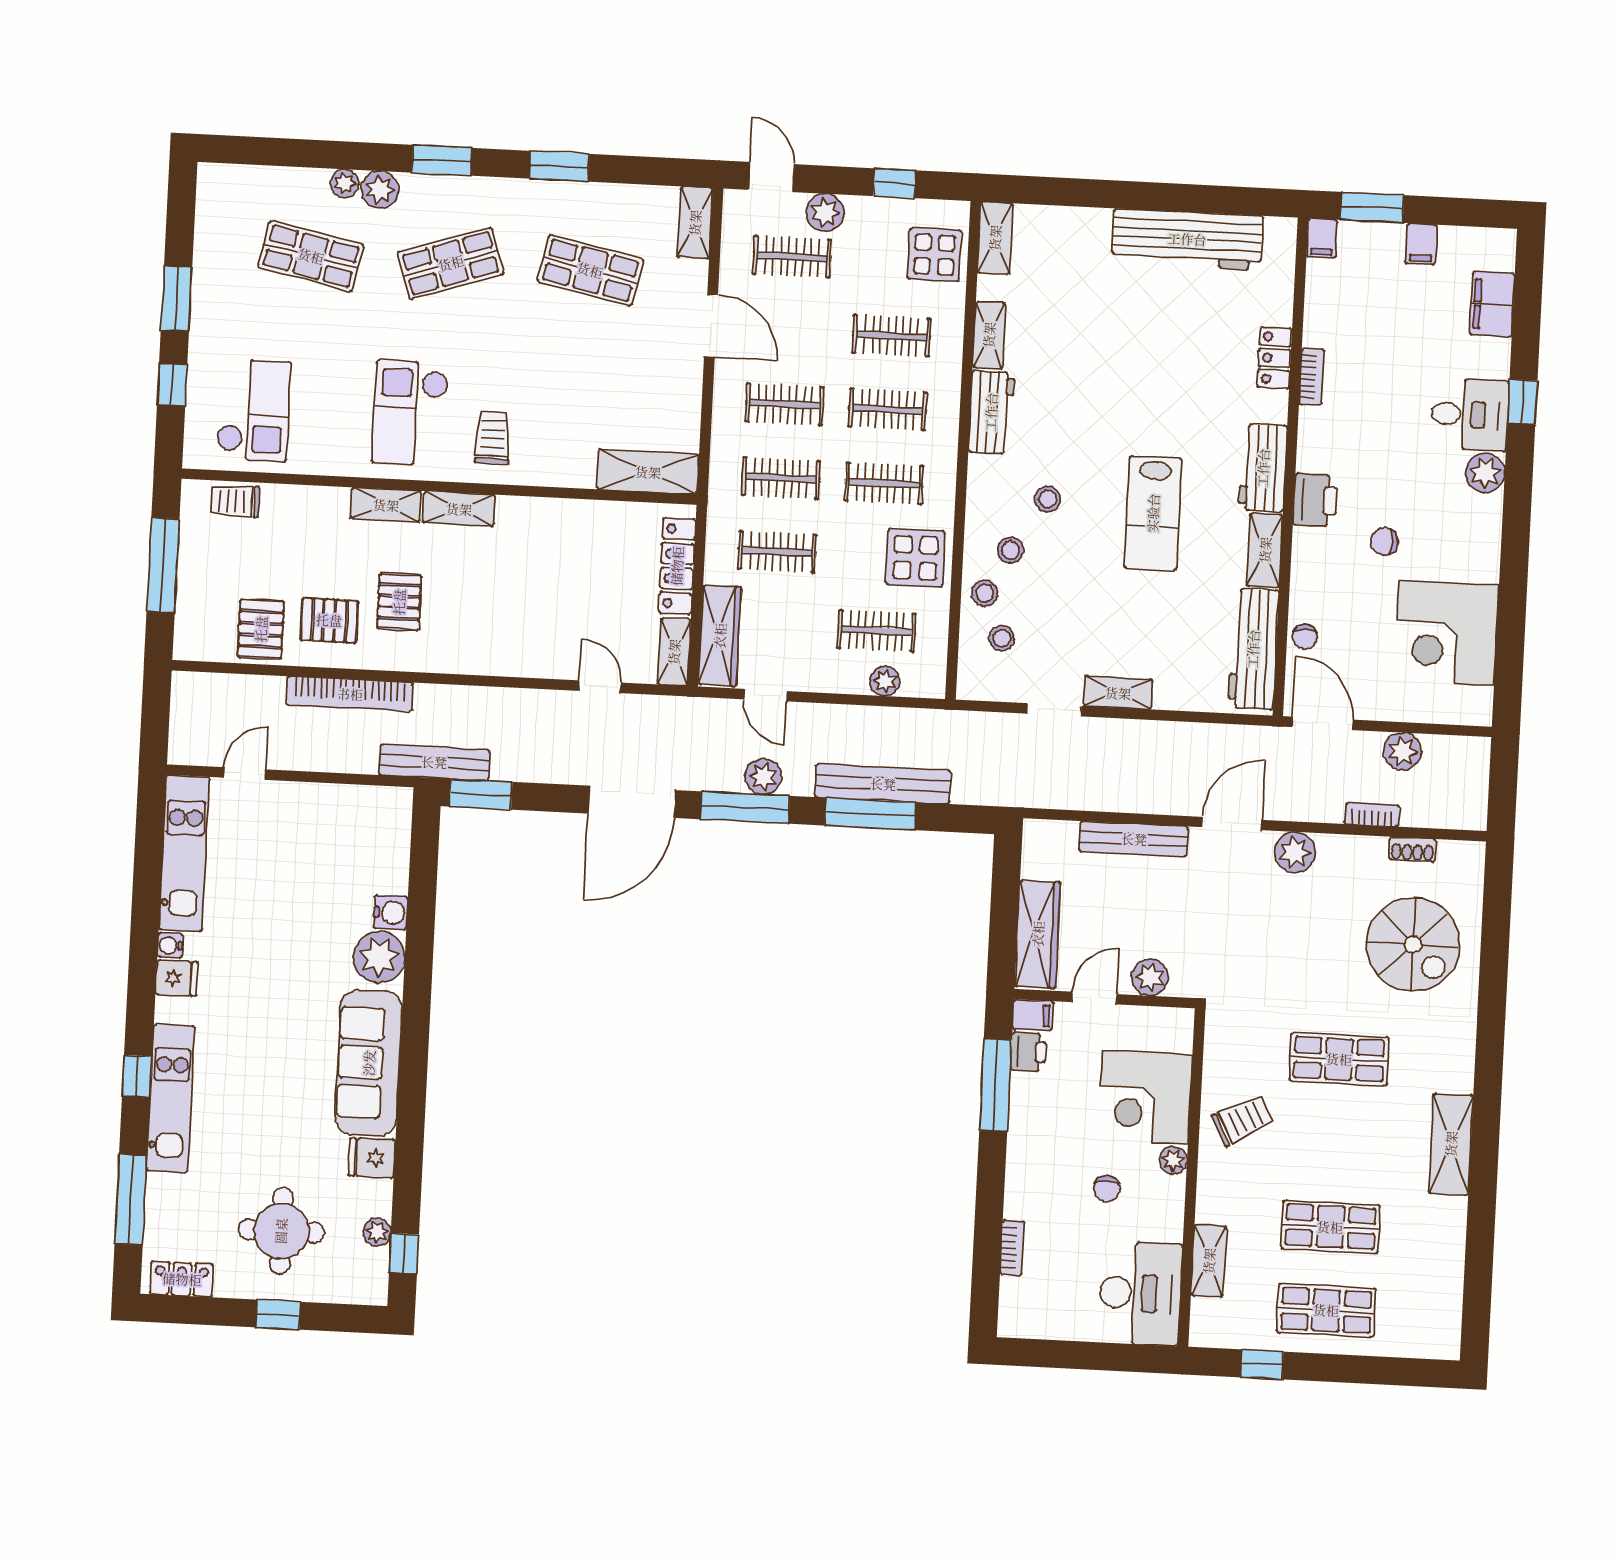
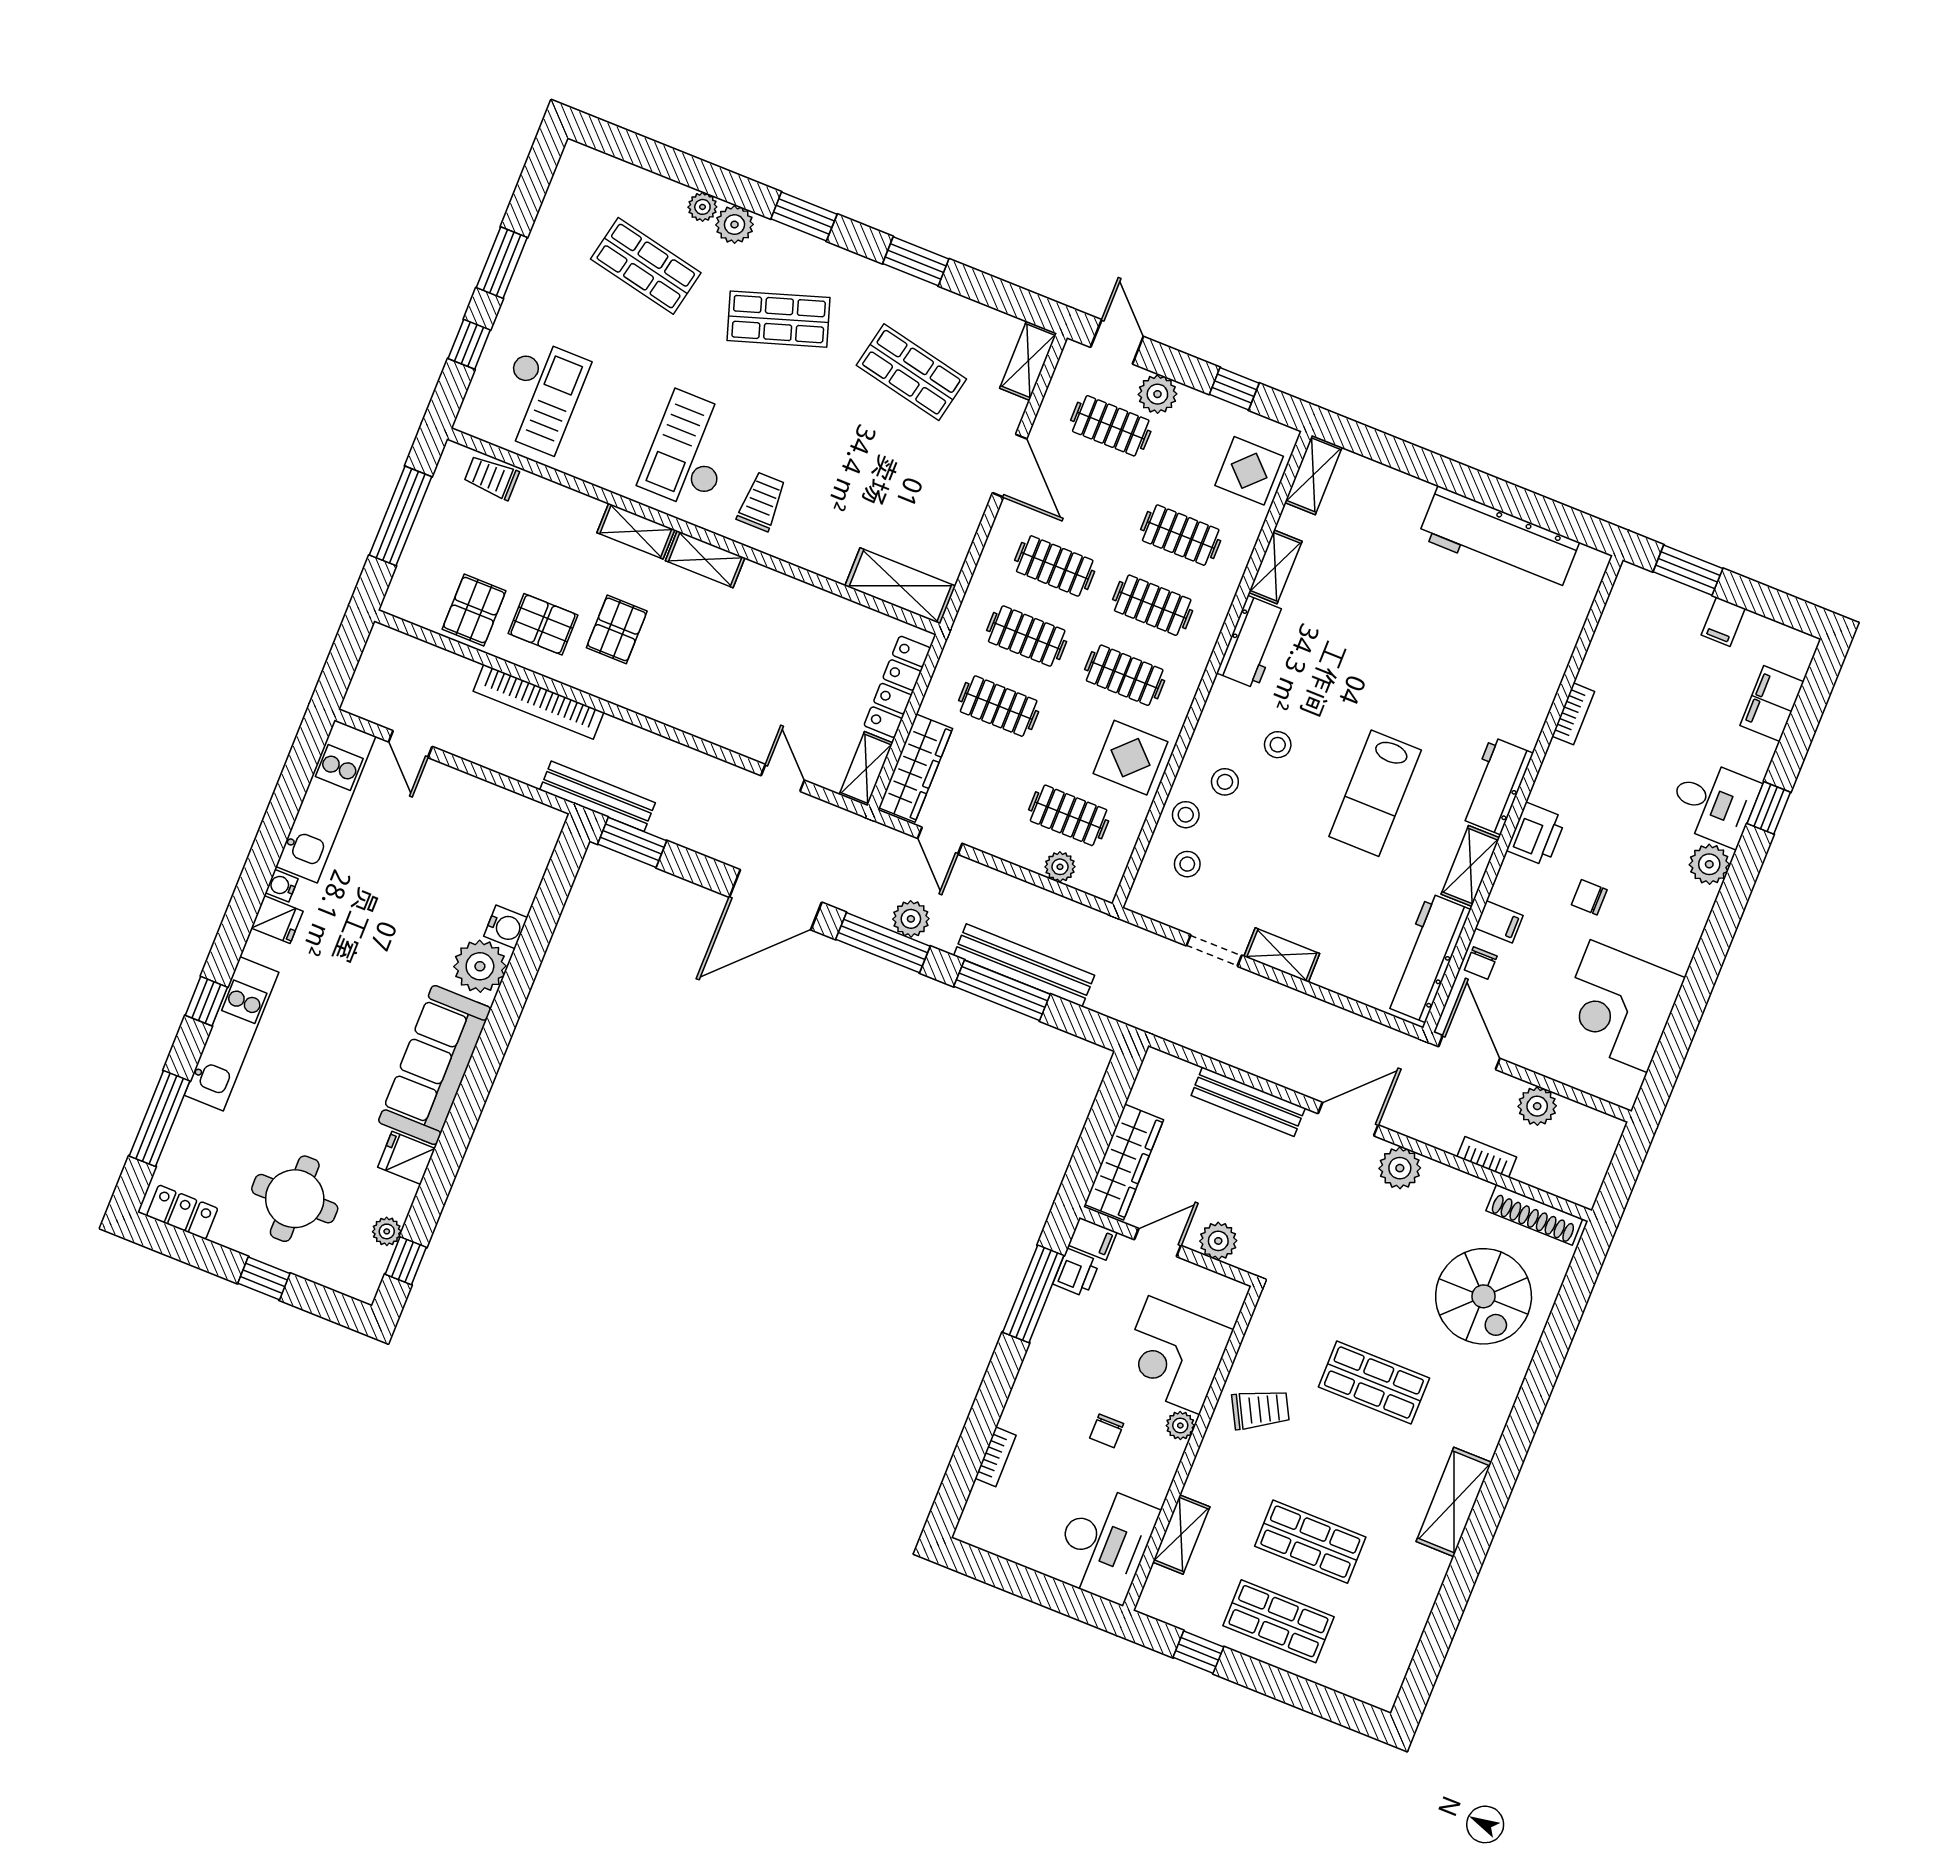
filing cabinet: (1322, 238) -> (1499, 922), moved, turned -90
locker: (1275, 358) -> (1544, 683), removed
door: (245, 773) -> (410, 744), swing flipped
shoe rack: (1412, 849) -> (1534, 1215), width x1.94, depth x1.24

